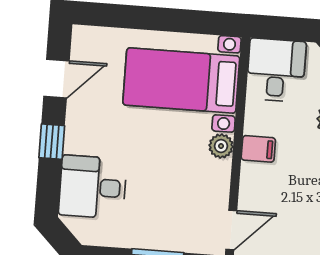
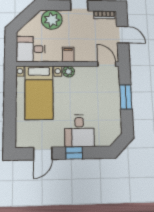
door: (56, 79) -> (43, 153), swing flipped
desk: (93, 187) -> (79, 131), moved

